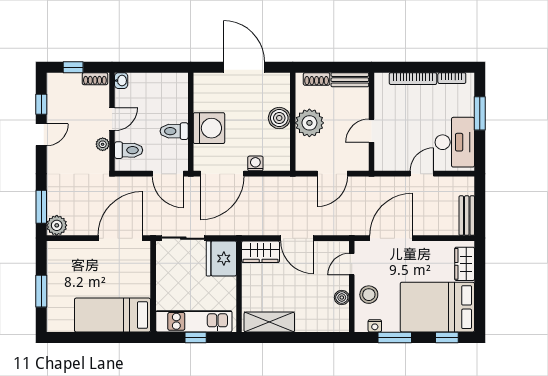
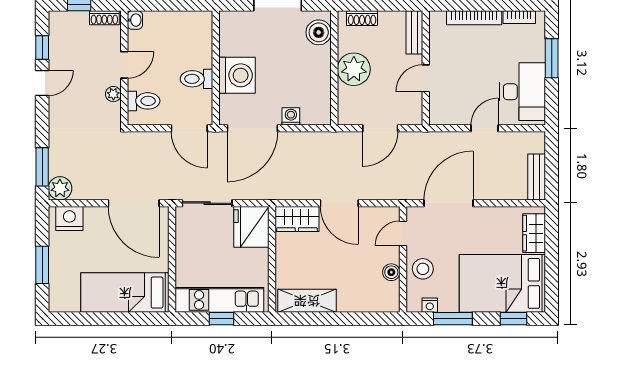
bench: (350, 80) -> (414, 32), moved, turned 90
boiler: (279, 118) -> (319, 32), moved
door: (120, 238) -> (134, 203), swing flipped
nightstand: (65, 251) -> (69, 218), added

